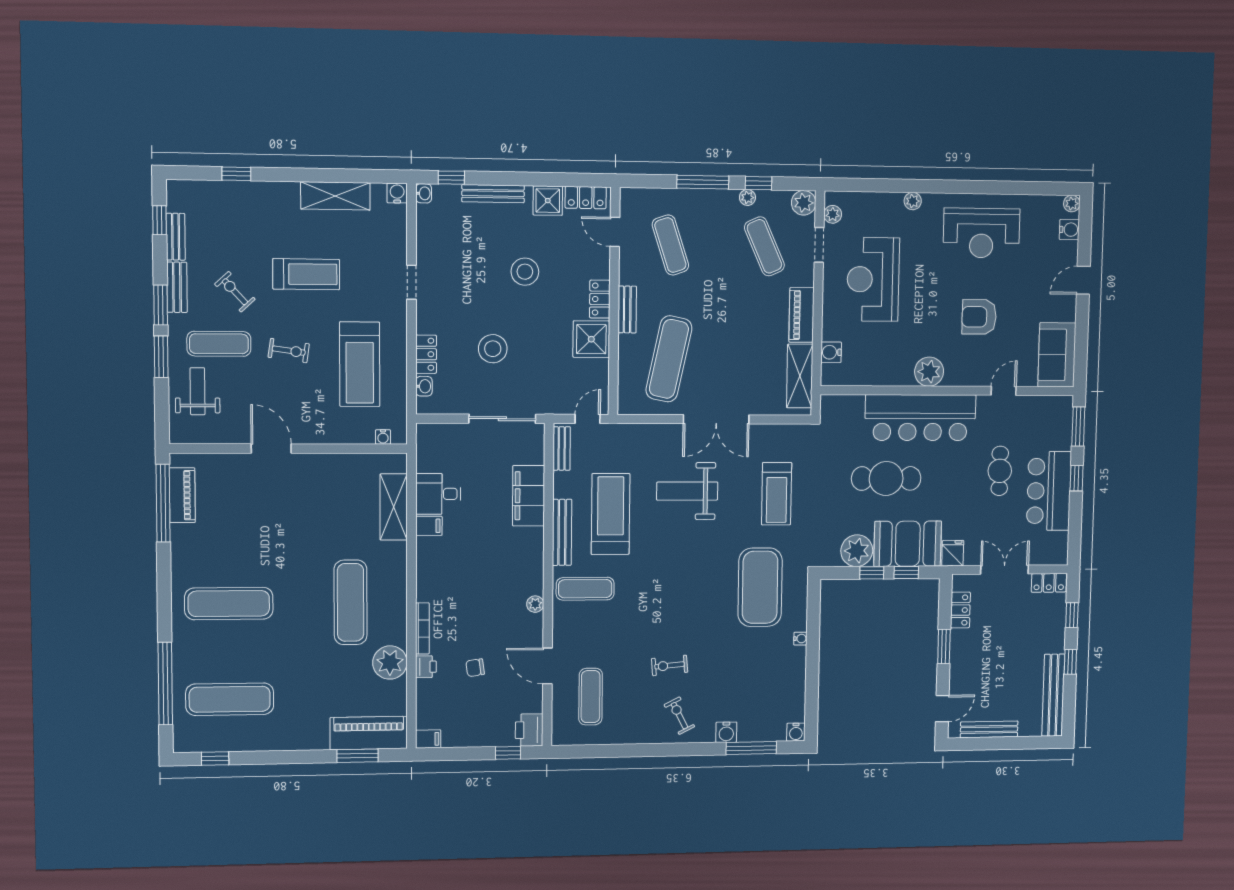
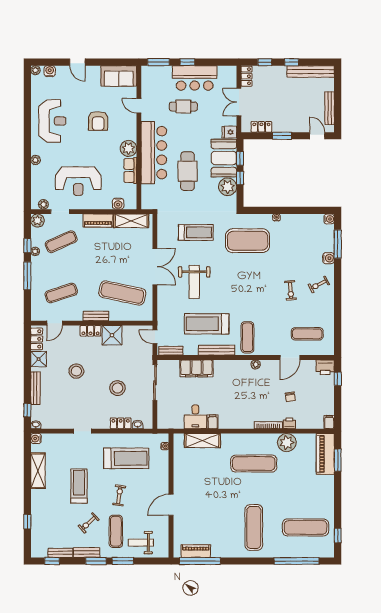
row of seats: (890, 375) -> (130, 170), added
exercise mat: (230, 699) -> (306, 527), turned 90

